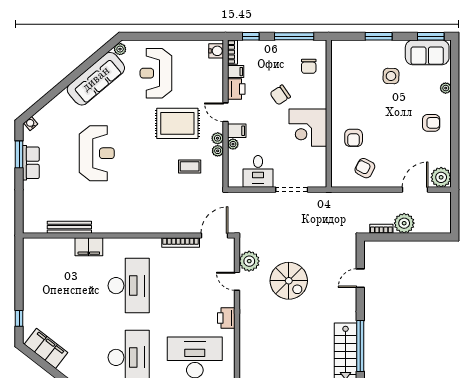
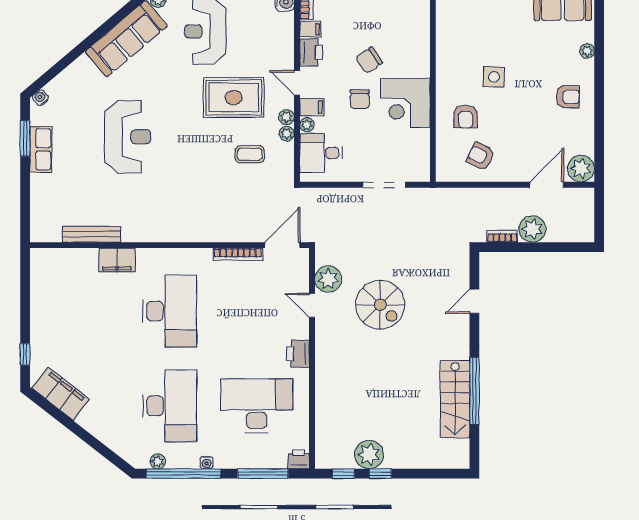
chair: (309, 66) -> (360, 99), moved
side table: (391, 76) -> (494, 77), moved
desk: (258, 171) -> (321, 153), moved, turned 90

